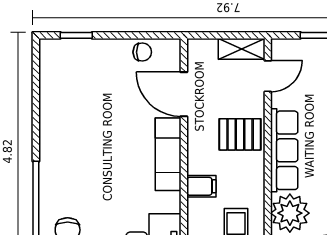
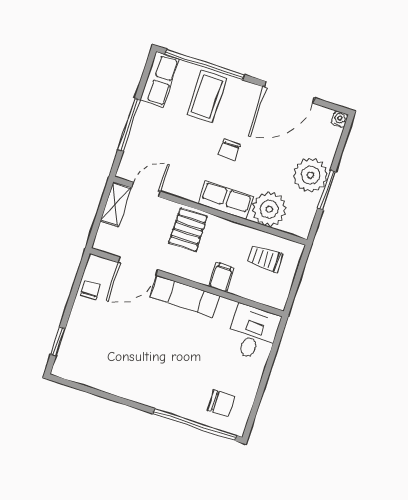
door: (268, 76) -> (146, 190), hinge flipped
row of seats: (284, 150) -> (225, 200), width x0.68

